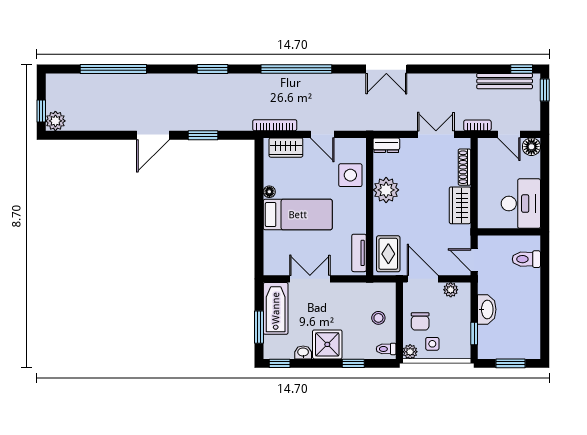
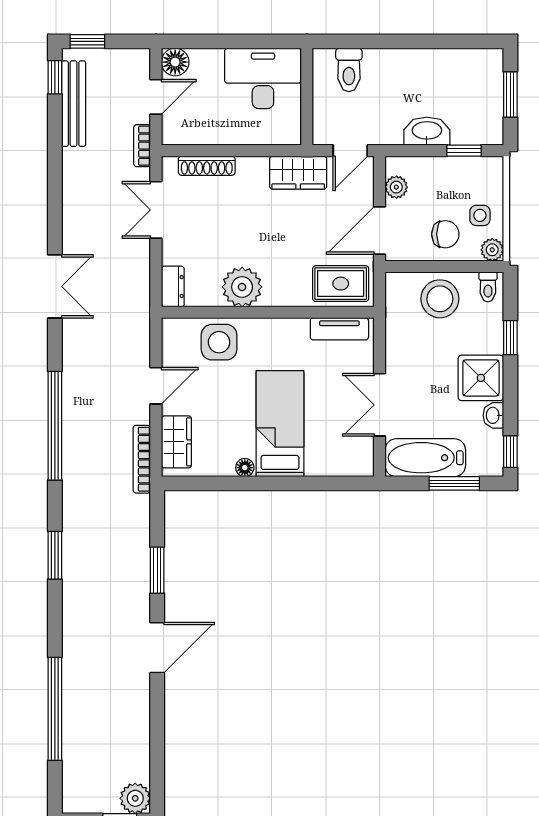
door: (153, 135) -> (157, 648), hinge flipped
wardrobe: (460, 205) -> (298, 173), moved
stool: (378, 318) -> (440, 299), width x1.89, depth x1.89

